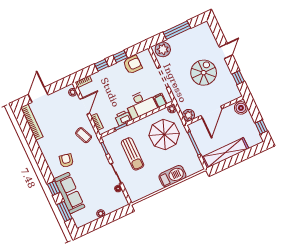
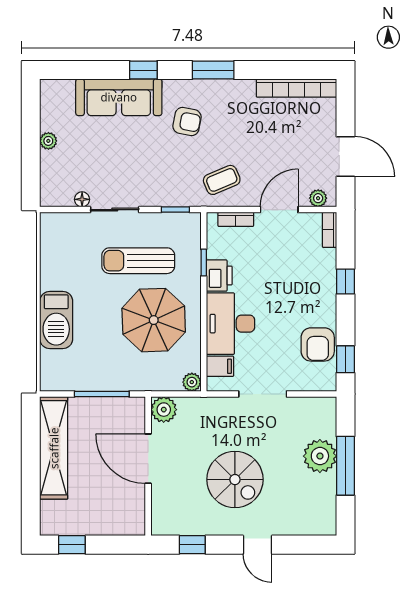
plant: (163, 49) -> (320, 456), moved
window: (120, 56) -> (345, 359), moved
door: (38, 95) -> (345, 157), moved
door: (85, 106) -> (279, 210), swing flipped
boiler: (241, 108) -> (129, 522), removed
parasol: (164, 135) -> (154, 320), moved
window: (64, 212) -> (213, 70), moved

